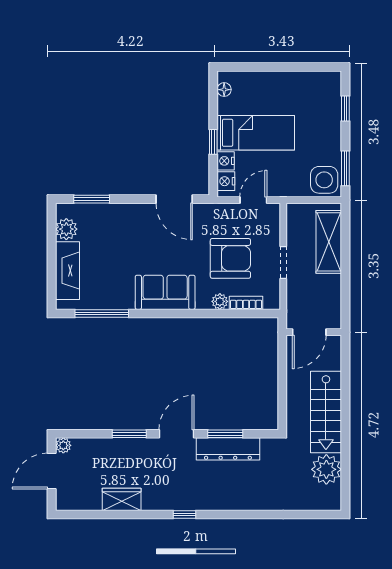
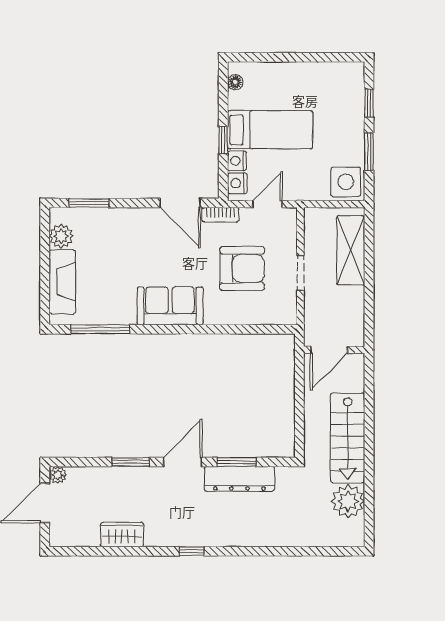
window: (345, 168) -> (369, 151), moved
plant: (220, 301) -> (230, 316), removed
bookcase: (246, 303) -> (220, 215), moved, turned 180

